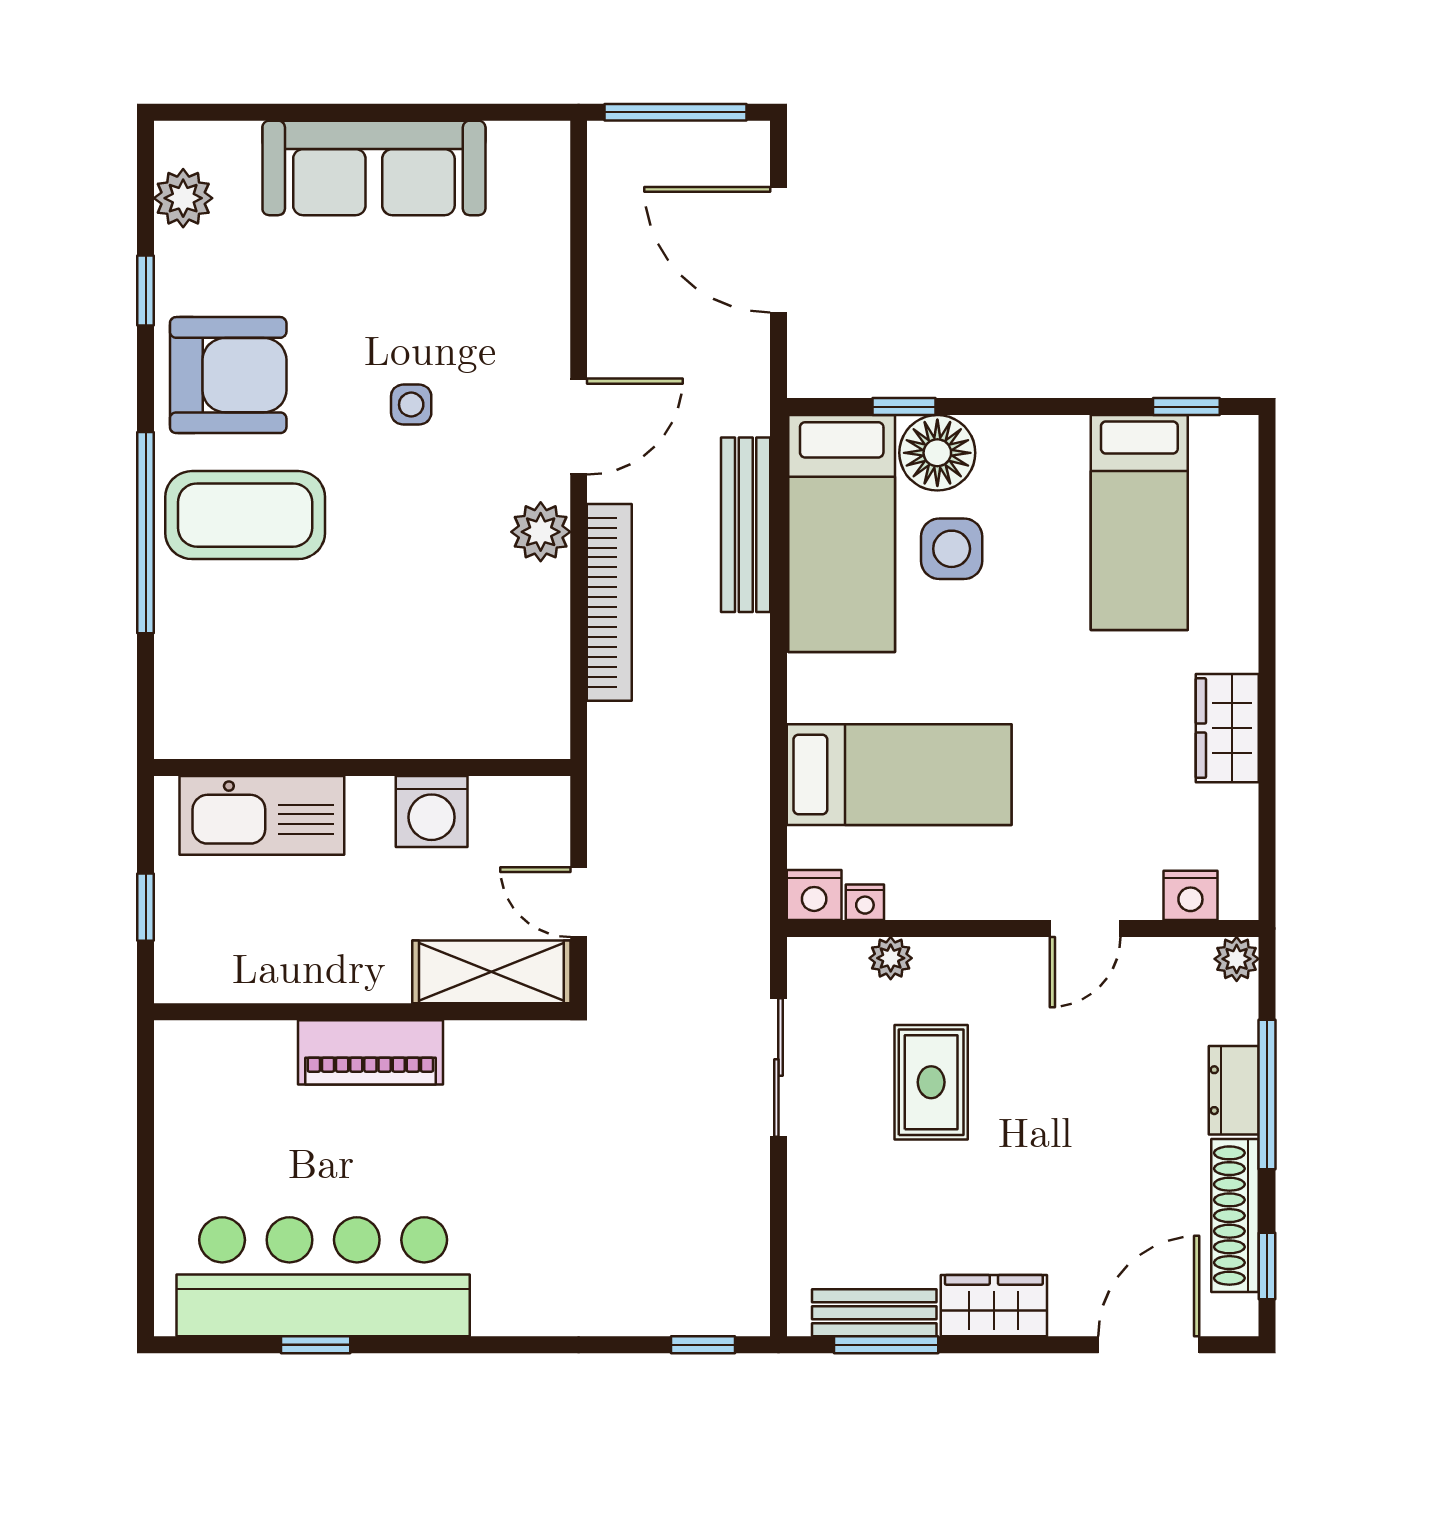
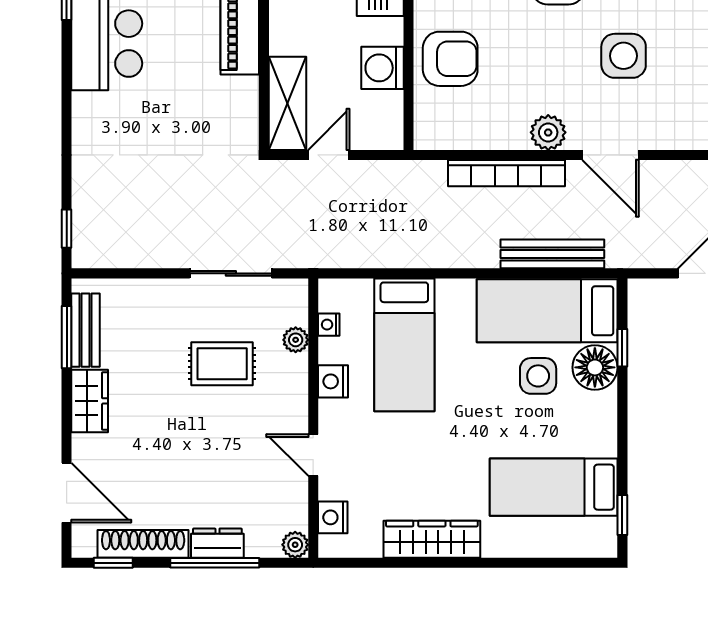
side table: (411, 405) -> (624, 56), width x1.87, depth x1.87
armchair: (416, 697) -> (450, 59), added
wardrobe: (1227, 728) -> (432, 539), width x1.50
nightstand: (814, 895) -> (333, 381), moved

